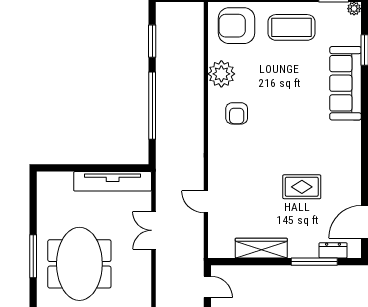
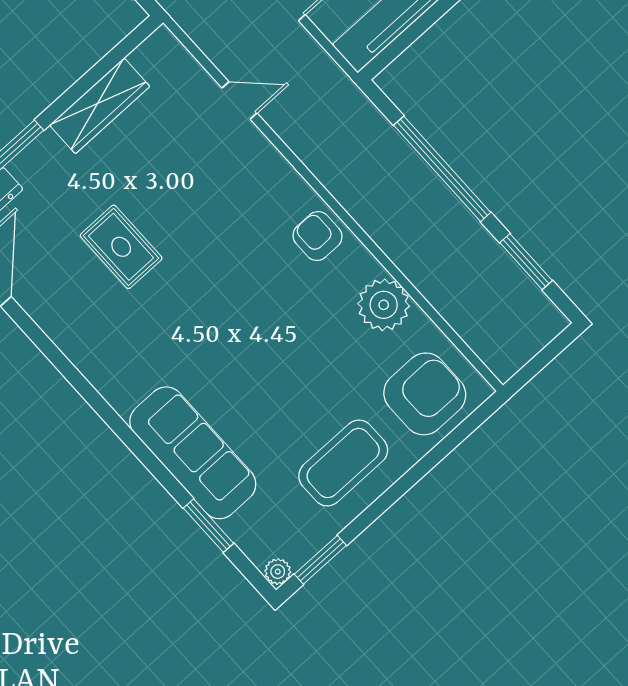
armchair: (237, 113) -> (317, 236), moved
rug: (302, 187) -> (121, 247), turned 90

